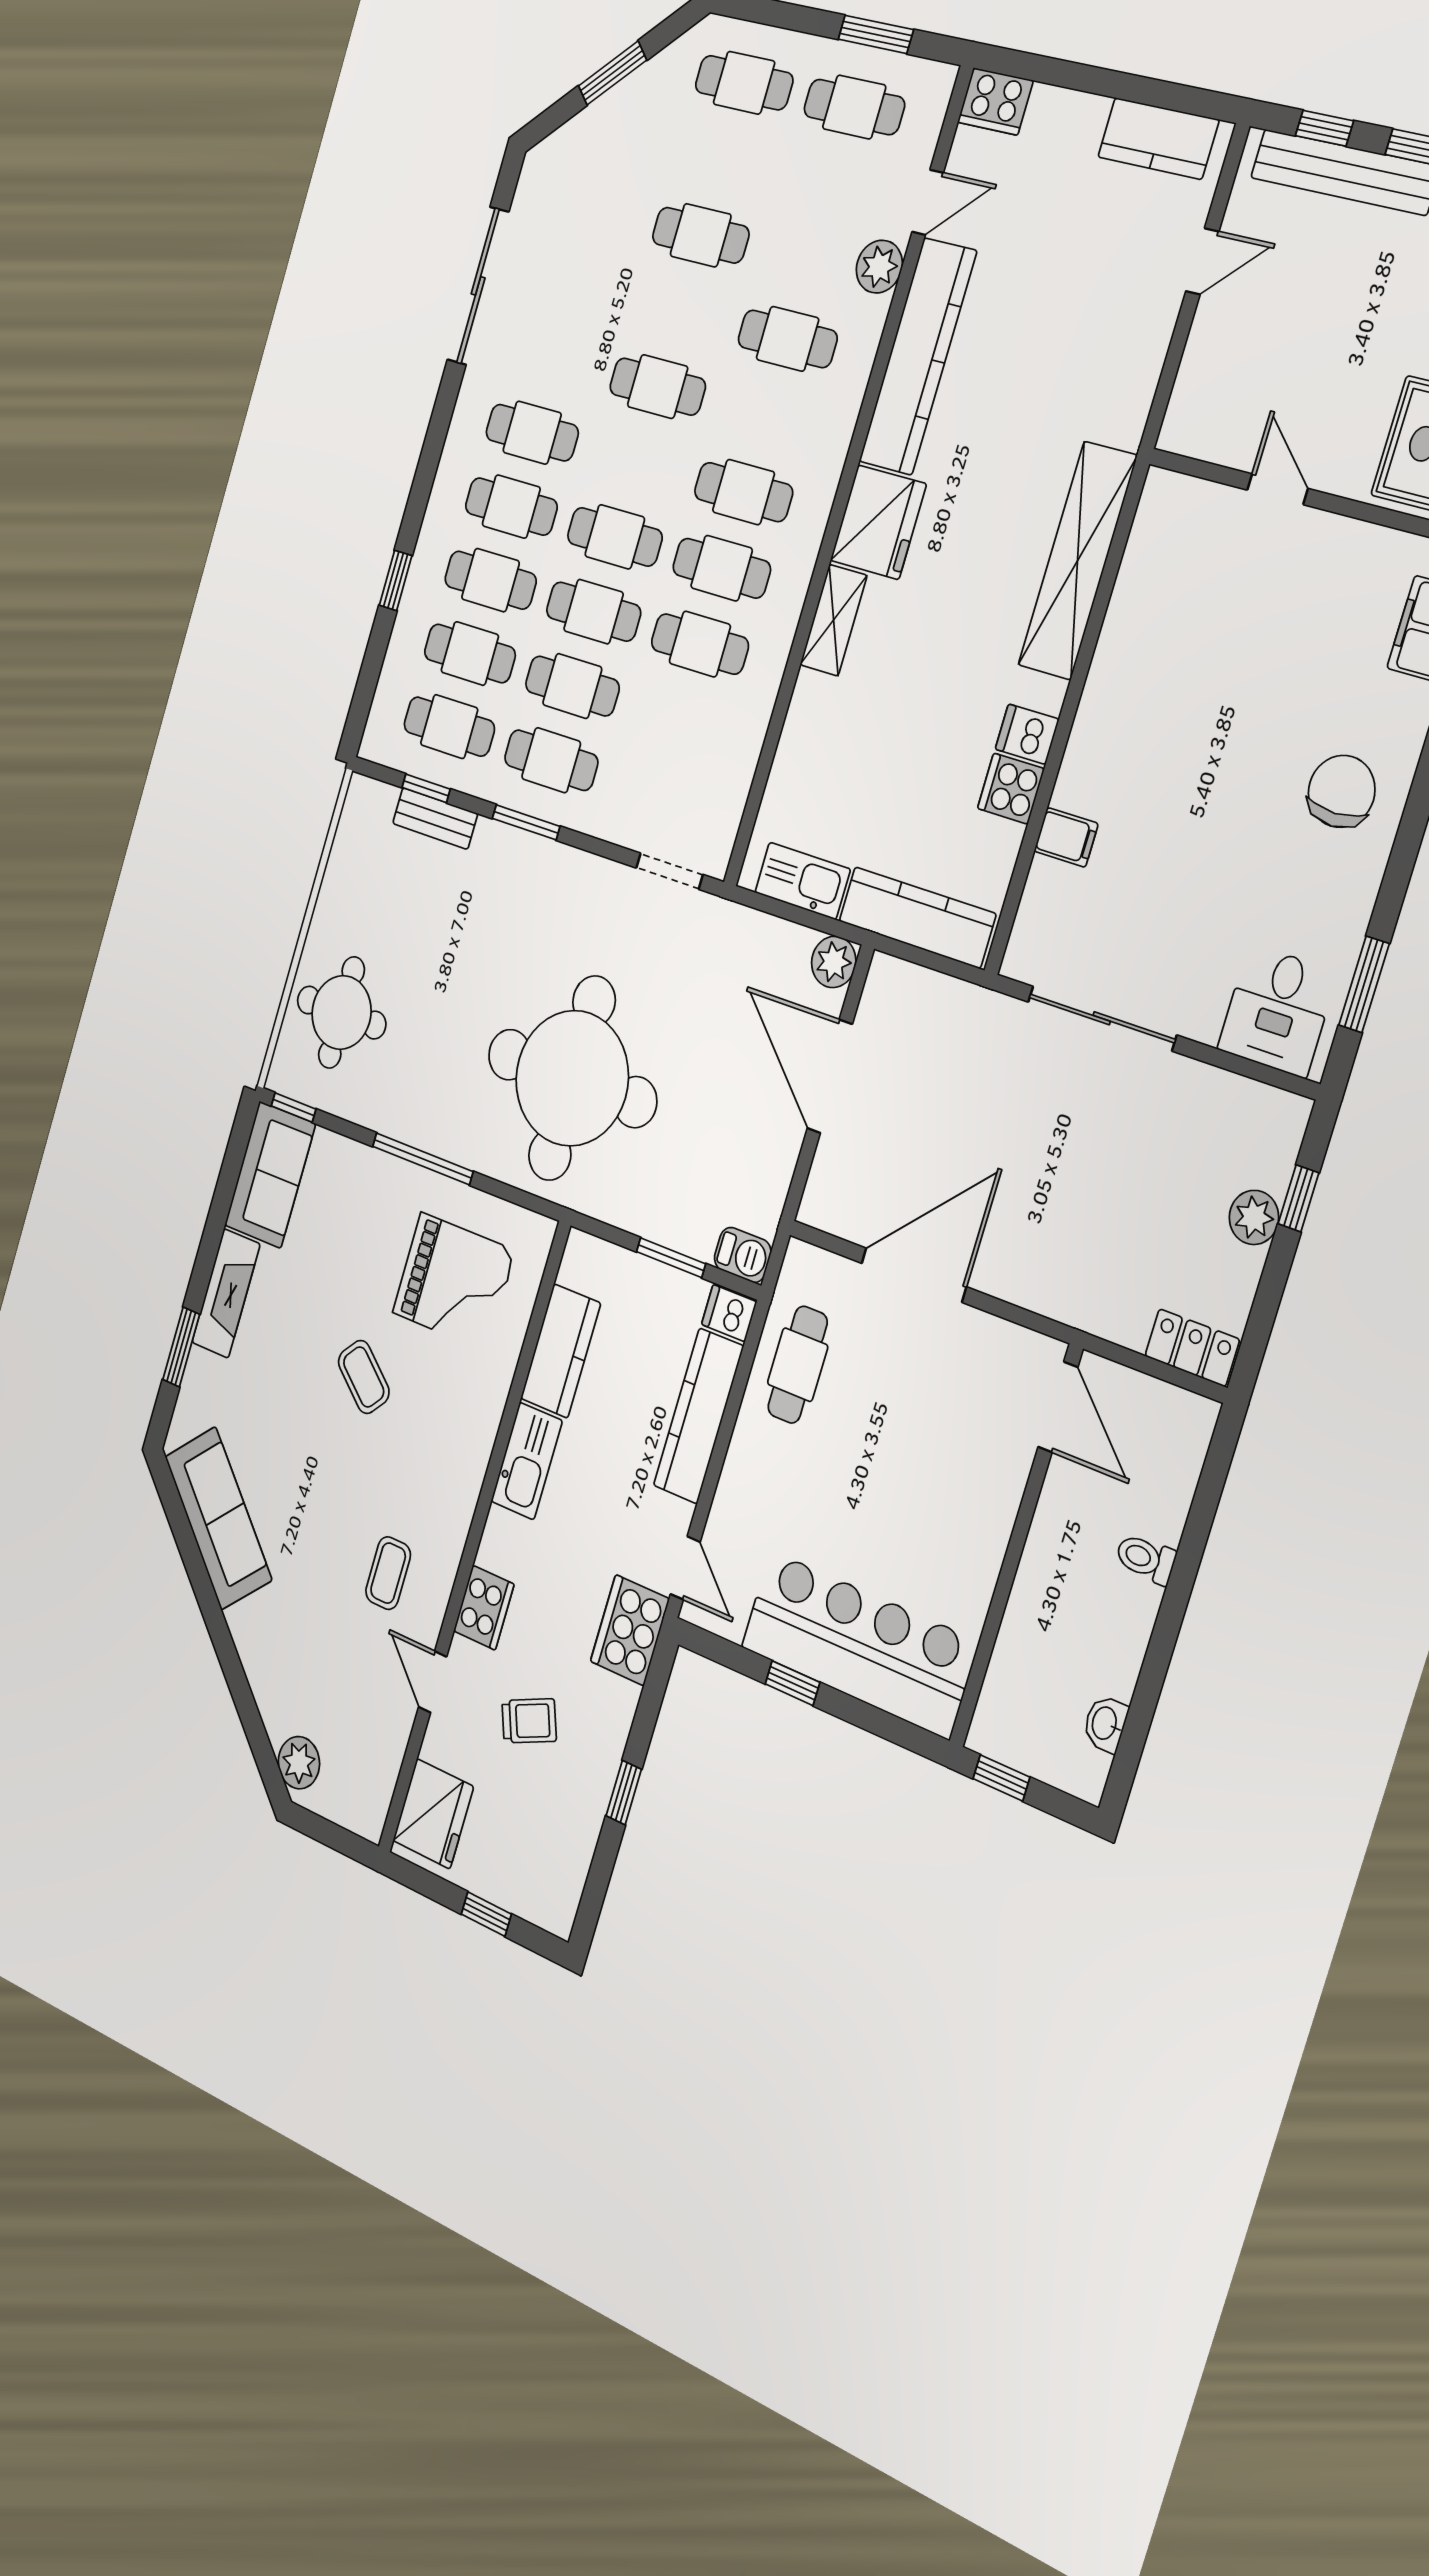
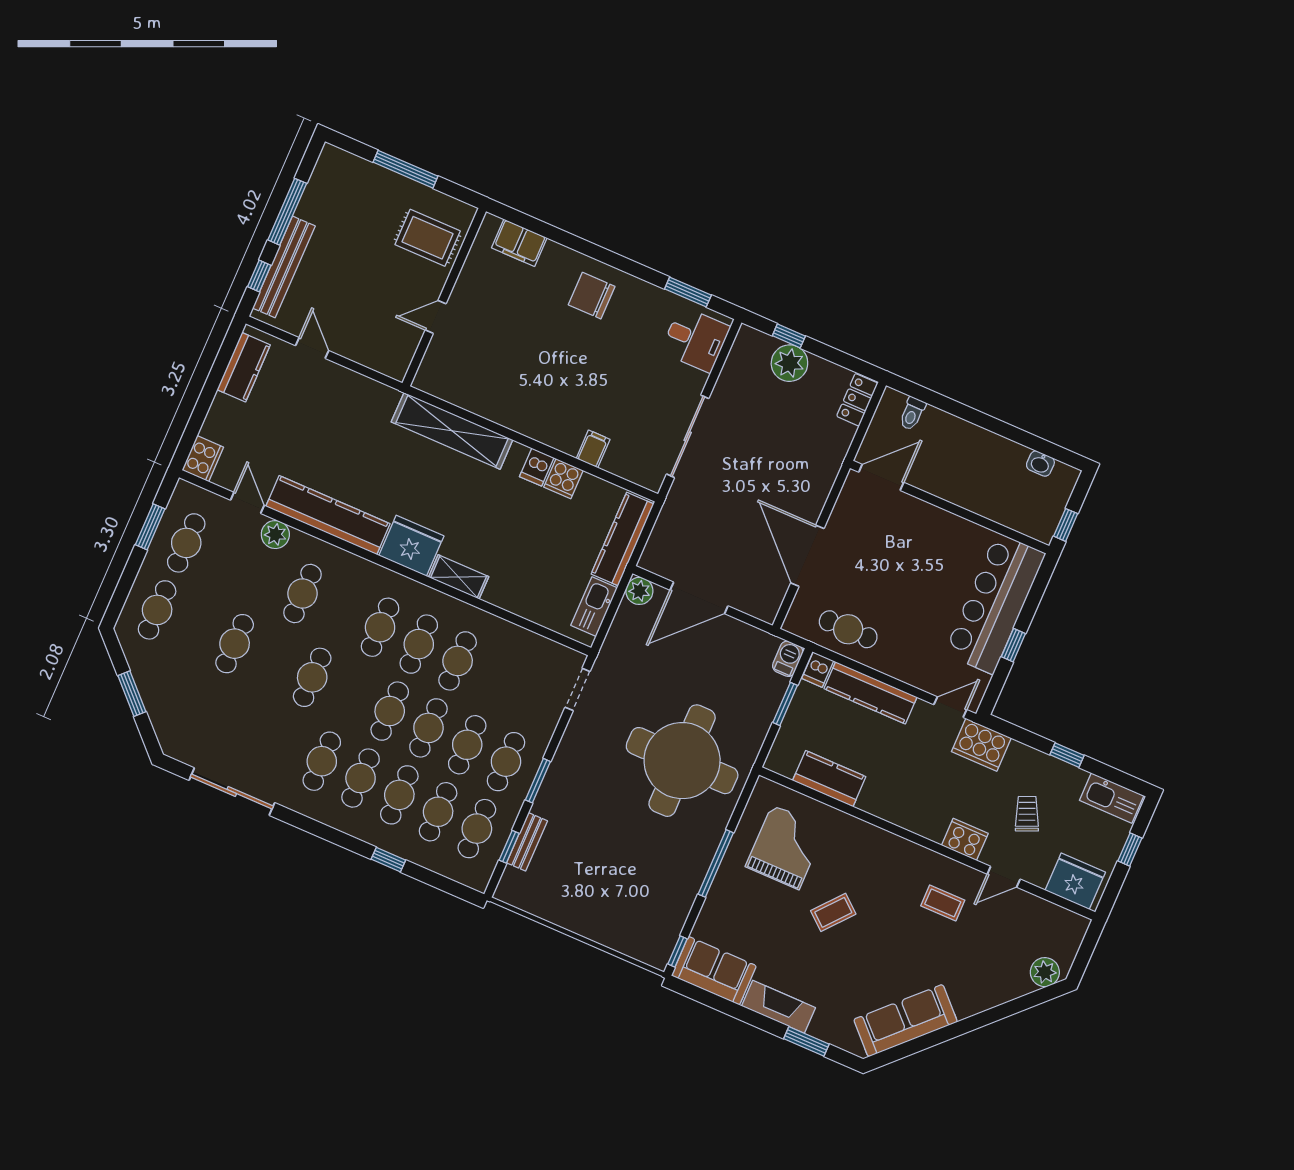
round table: (341, 1012) -> (628, 914), removed
plant: (1254, 1217) -> (789, 363), width x1.36, depth x1.36
kitchen sink: (527, 1461) -> (1112, 798), moved, turned 180
toilet: (1146, 1559) -> (912, 414), moved

